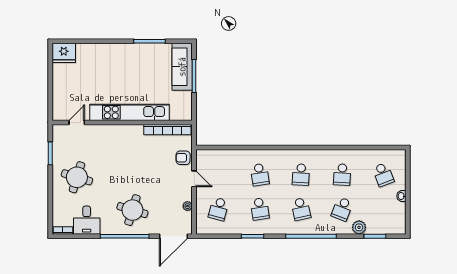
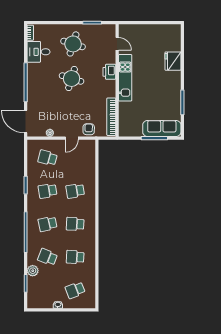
fridge: (64, 53) -> (173, 61), moved
kitchen unit: (130, 112) -> (125, 78), width x0.73
printer: (112, 132) -> (109, 72), added
round table: (132, 210) -> (72, 78), moved

